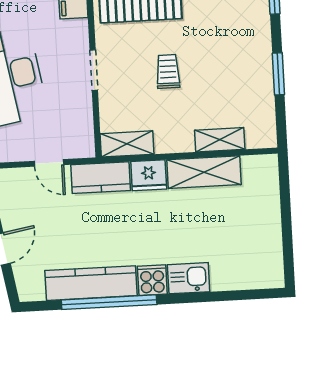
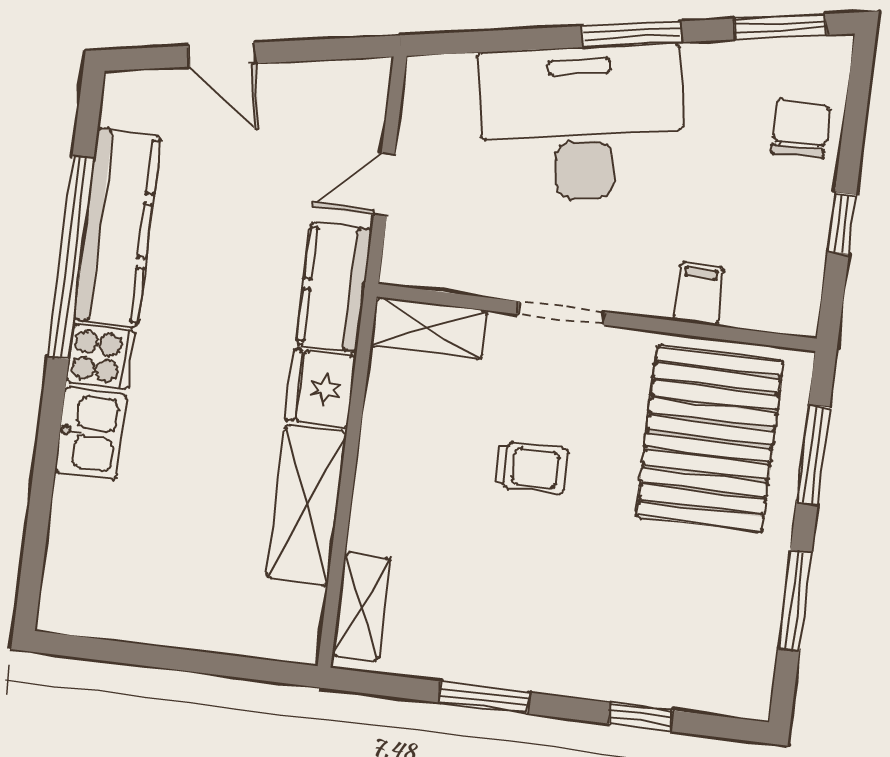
shelving: (220, 140) -> (361, 607), moved
shelving: (127, 144) -> (429, 328), moved, turned 90

